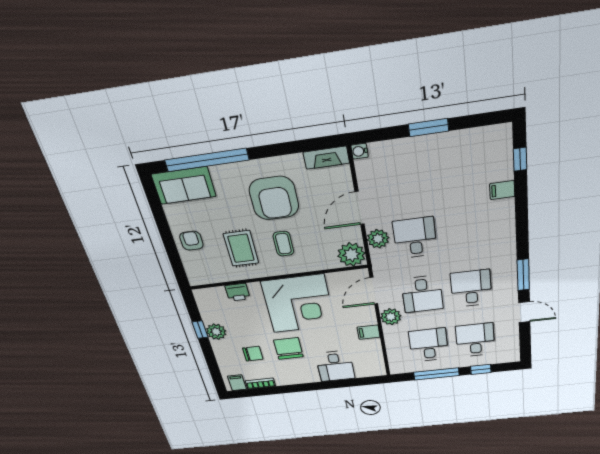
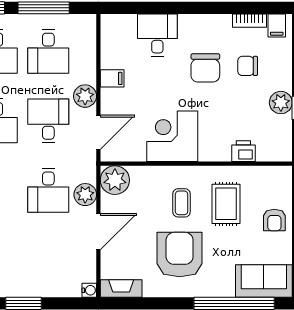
corner desk: (298, 304) -> (172, 136), width x0.74, depth x0.74

